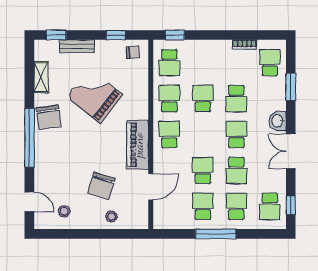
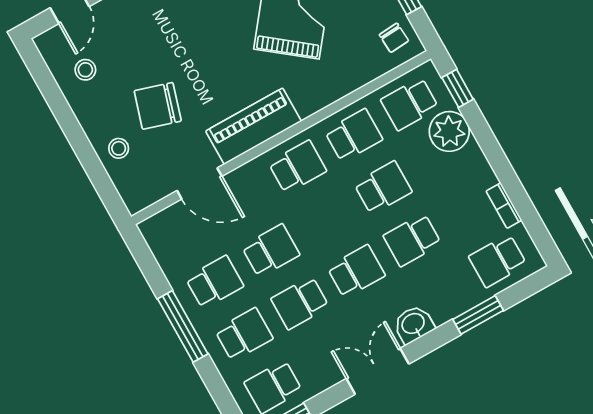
plant: (194, 51) -> (449, 131), added
school desk: (270, 63) -> (498, 261), turned 180

